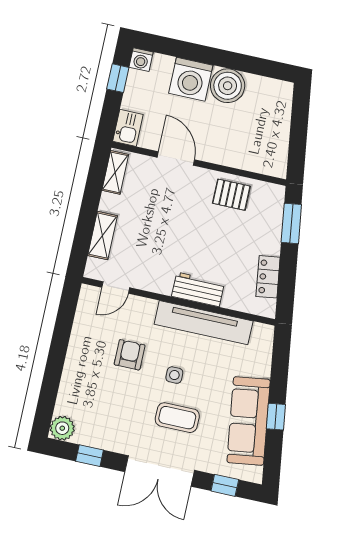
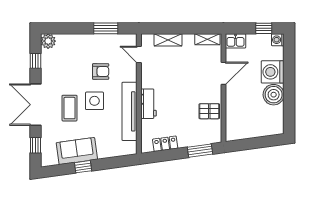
pallet: (231, 195) -> (209, 111), turned 90
window: (62, 331) -> (106, 28), added
side table: (174, 375) -> (94, 101), width x1.87, depth x1.87
sofa: (249, 421) -> (77, 151), width x0.73

